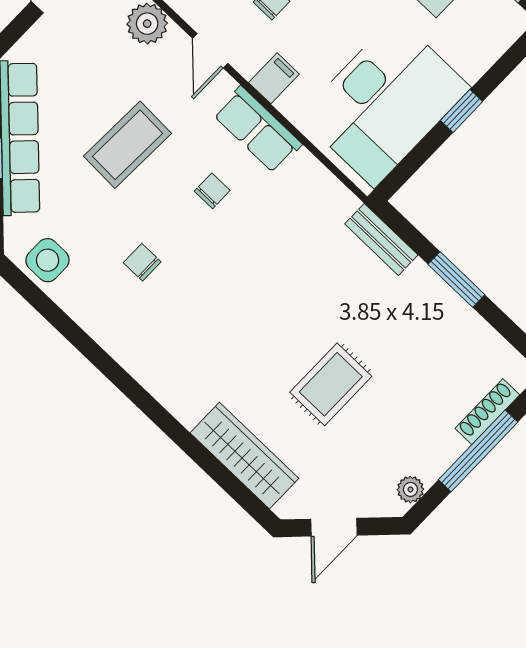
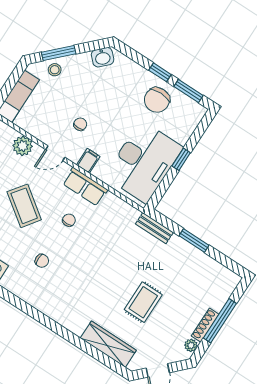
door: (210, 51) -> (55, 153), hinge flipped
coffee table: (128, 145) -> (24, 206), turned -56
chair: (142, 262) -> (42, 261), turned 180
shoe rack: (487, 412) -> (205, 325), moved

